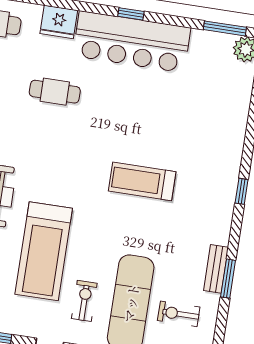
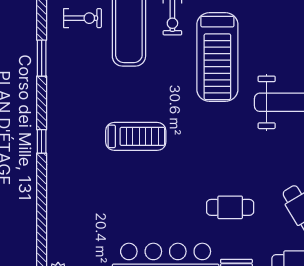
treadmill: (44, 251) -> (217, 57), turned 180
bench: (216, 269) -> (54, 65), removed

